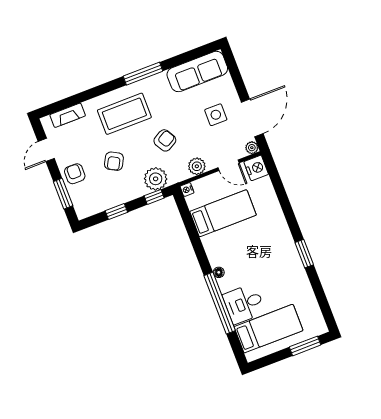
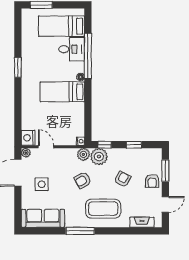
plant: (197, 166) -> (83, 154), moved
bed: (223, 213) -> (62, 92), moved

